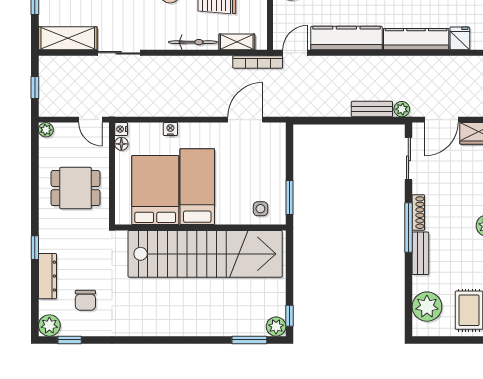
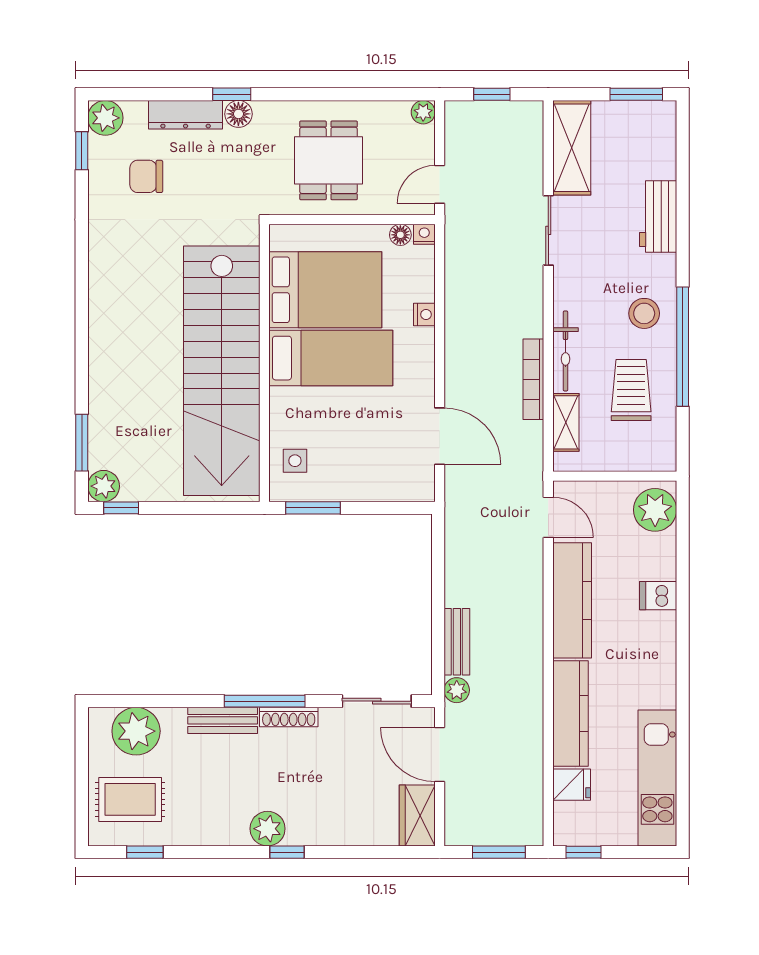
bookcase: (258, 62) -> (533, 379), moved
floor lamp: (47, 243) -> (238, 114), added

